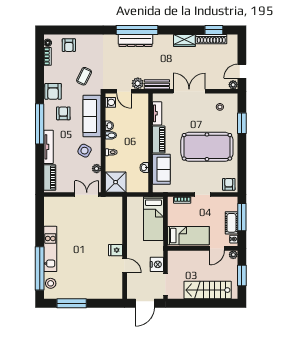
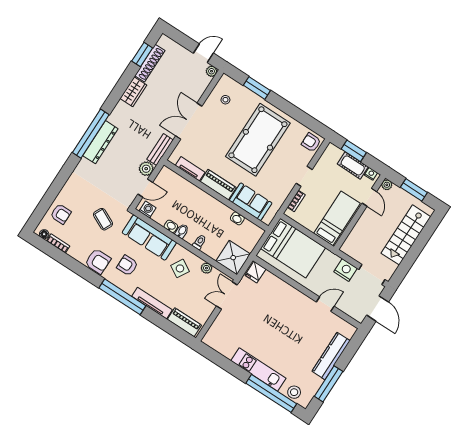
door: (242, 71) -> (203, 53), swing flipped
window: (242, 217) -> (354, 151), width x0.69
bed: (153, 219) -> (293, 248), width x1.50
fridge: (116, 250) -> (255, 272), moved
kitchen counter: (92, 293) -> (331, 356), added

